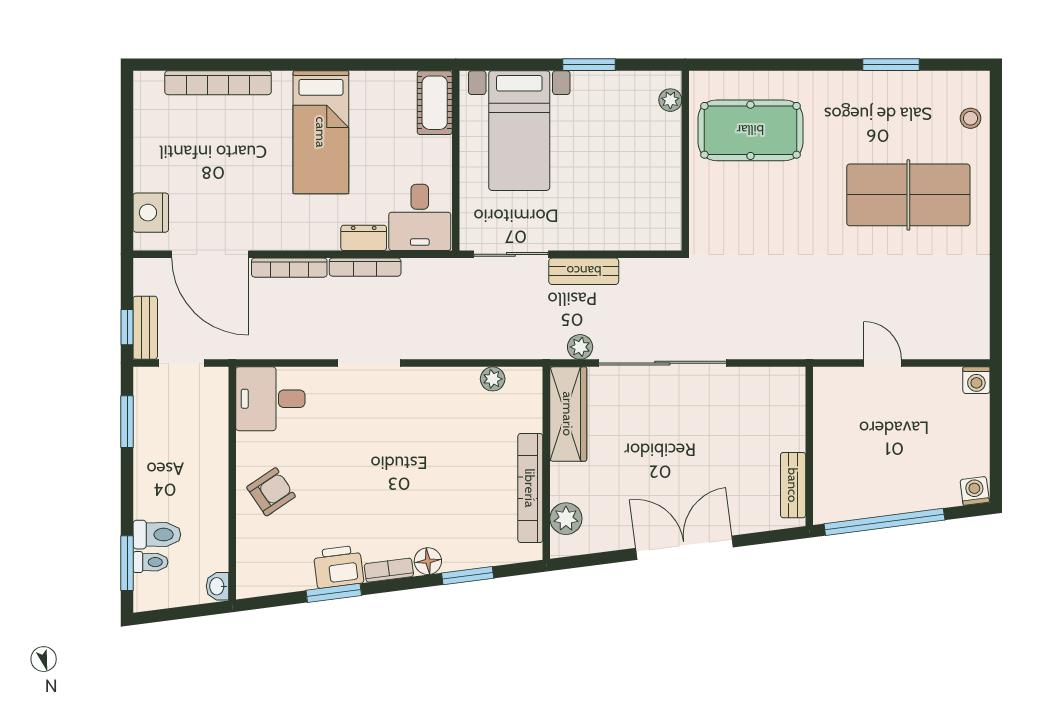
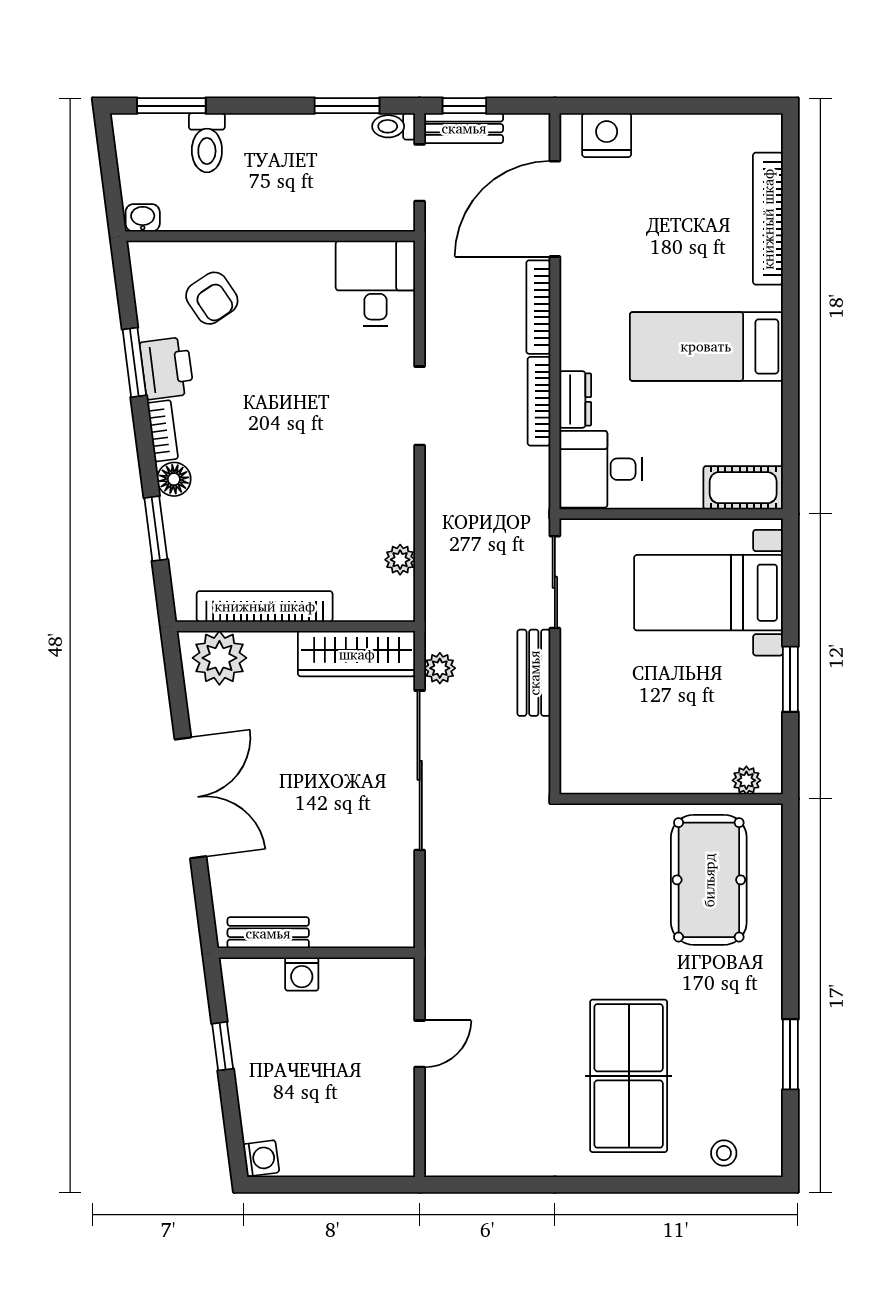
washing machine: (976, 380) -> (302, 974), moved, turned -90
armchair: (271, 492) -> (212, 298), moved
plant: (566, 519) -> (219, 658), width x1.36, depth x1.36
window: (884, 522) -> (223, 1046), width x0.32
toilet: (150, 562) -> (394, 126), moved, turned 90

